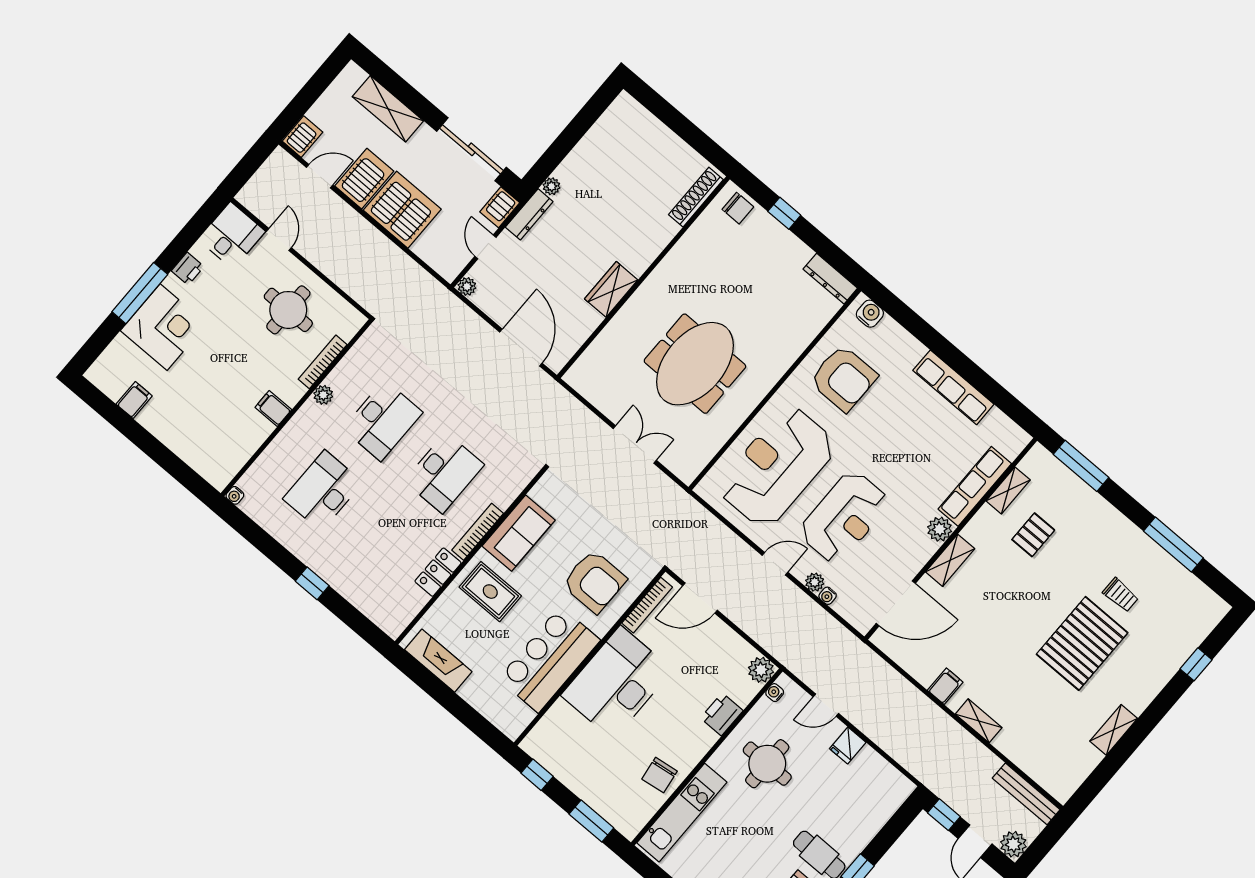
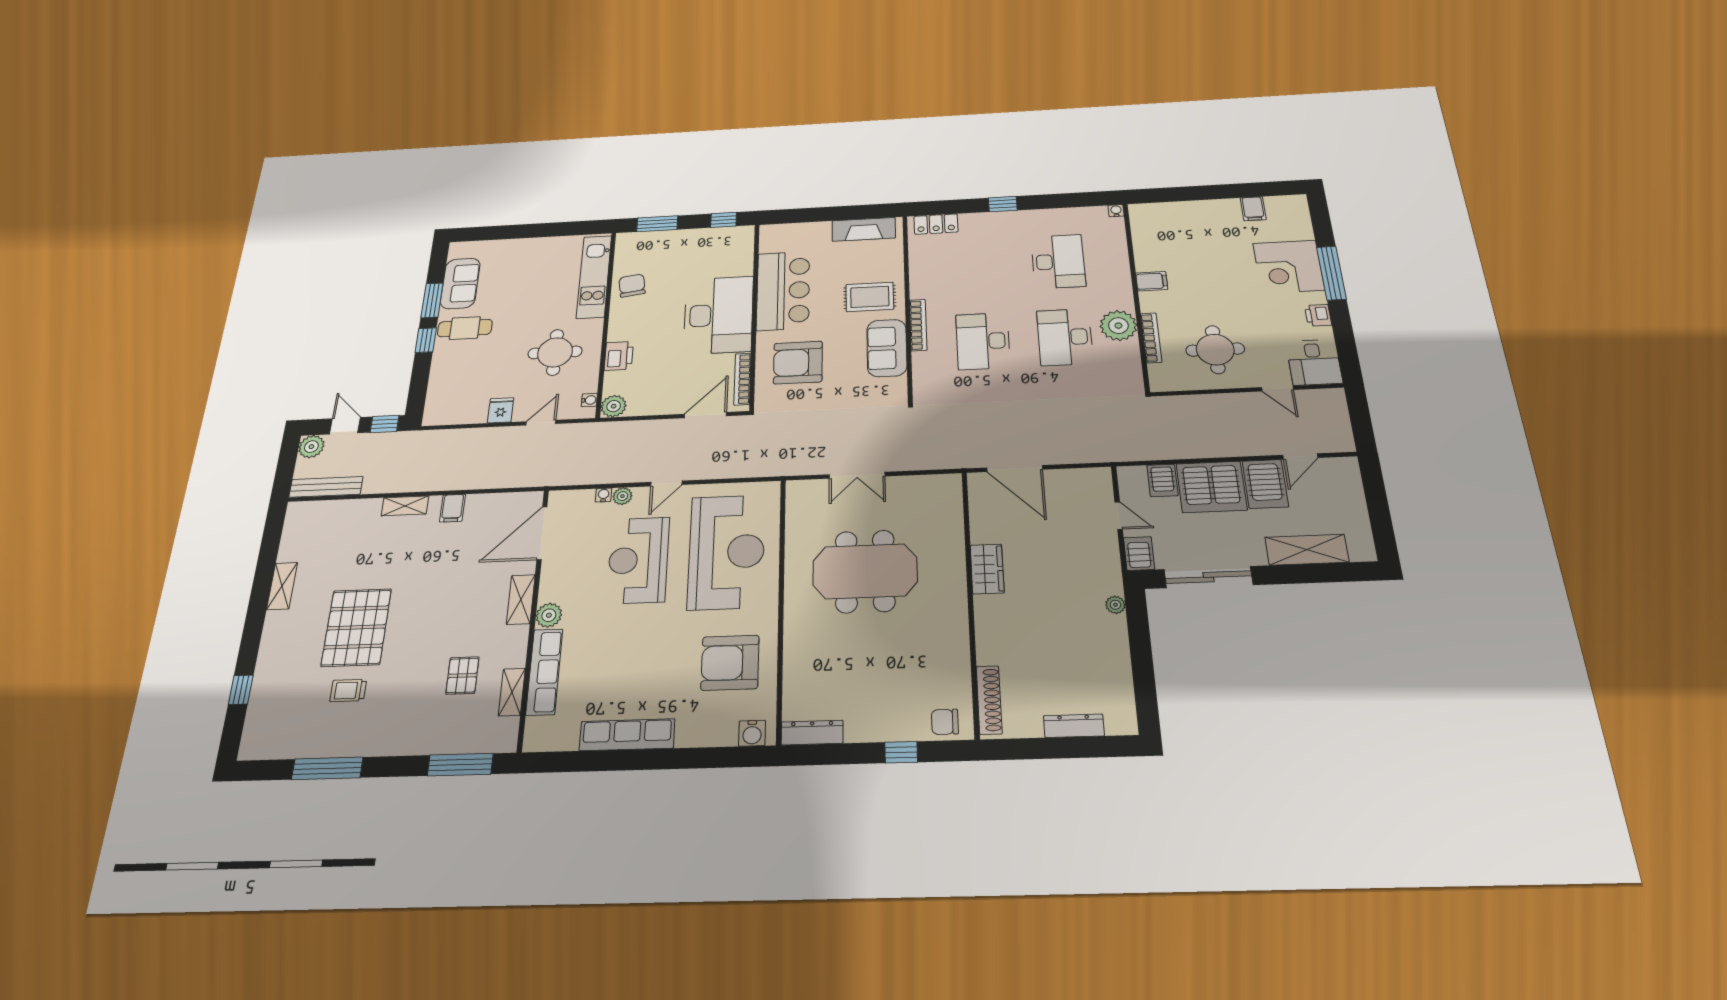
server rack: (302, 137) -> (1162, 480), moved
dresser: (529, 214) -> (1074, 726), moved, turned 90
plant: (467, 286) -> (1102, 476), removed
meeting table: (695, 364) -> (865, 571), turned 90
plant: (323, 395) -> (1118, 326), width x1.87, depth x1.87
locker: (438, 572) -> (936, 224), moved, turned 90

